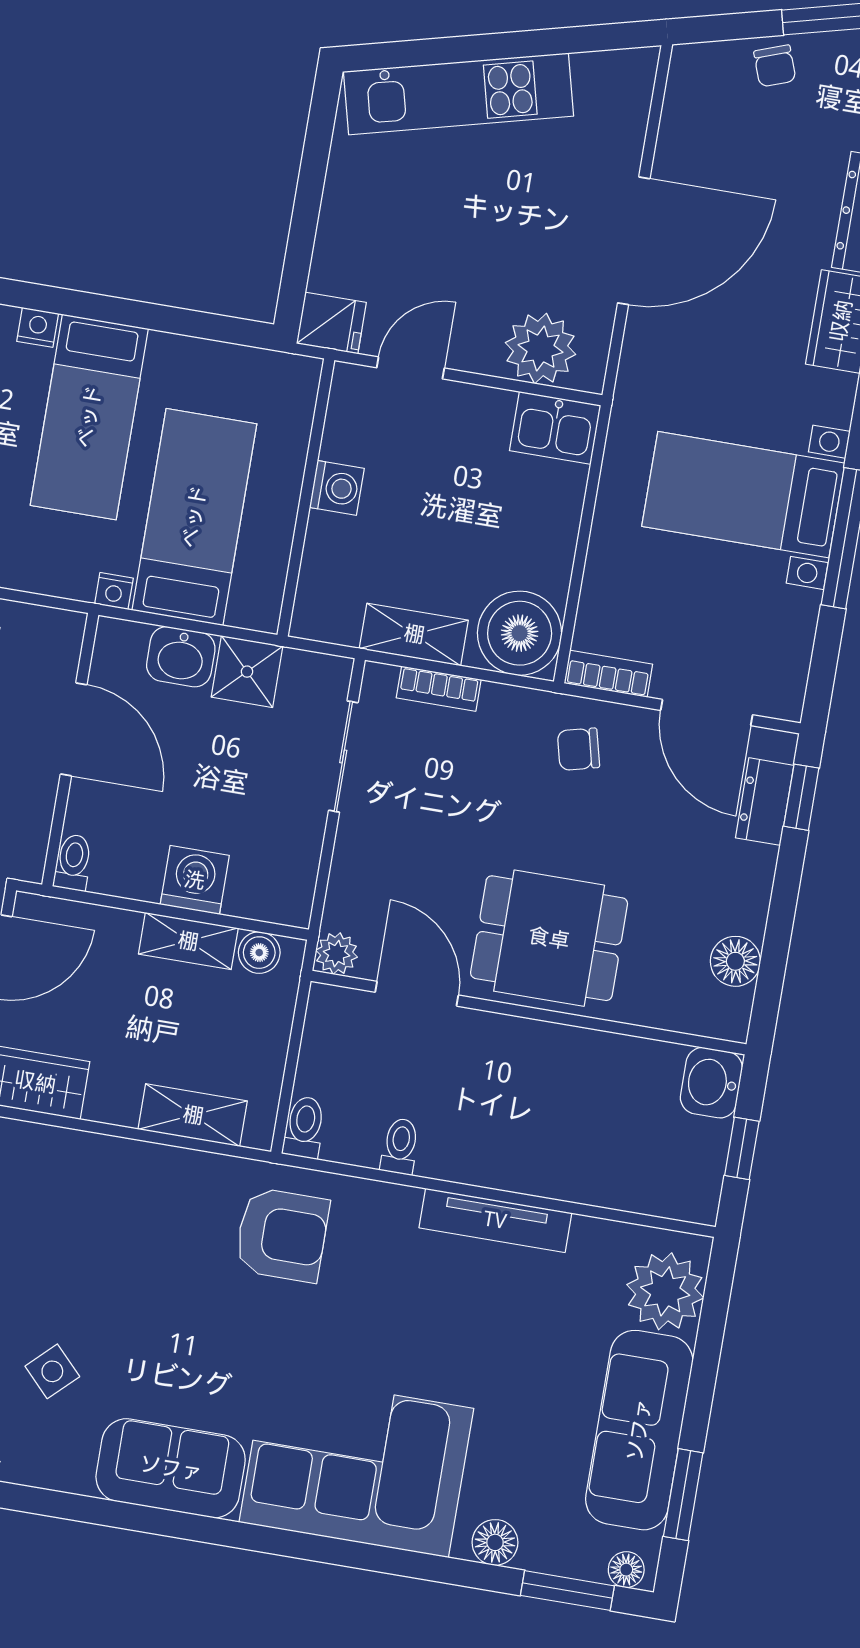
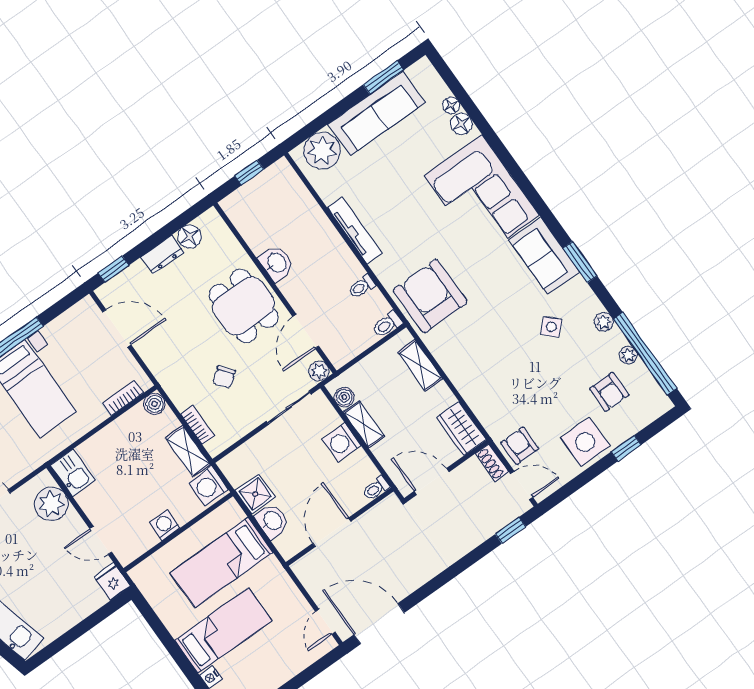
nightstand: (114, 591) -> (273, 565), removed
washing machine: (330, 612) -> (208, 486), added
boiler: (520, 633) -> (155, 404), width x0.54, depth x0.54
bookcase: (608, 674) -> (123, 398), moved, turned 90
door: (707, 713) -> (117, 328), hinge flipped
chair: (578, 749) -> (224, 377), moved, turned 65
sliding door: (343, 757) -> (289, 408), moved
dresser: (765, 802) -> (162, 255), moved
washbasin: (711, 1083) -> (276, 263), moved, turned -90
armchair: (282, 1235) -> (430, 296), width x1.36, depth x1.36
floor lamp: (626, 1570) -> (451, 105), moved
window: (567, 1591) -> (580, 262), moved

